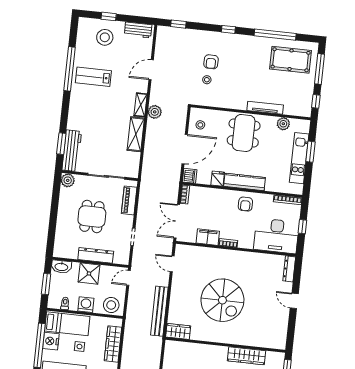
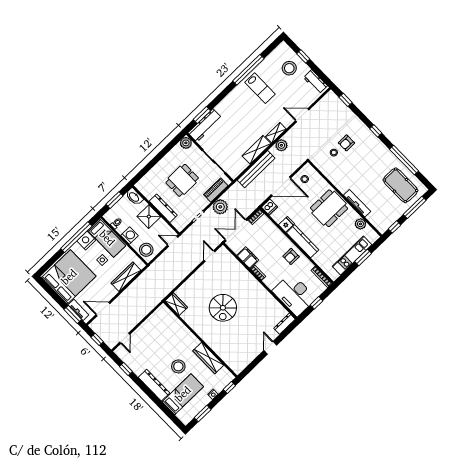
lab bench: (93, 77) -> (260, 88), turned 180
plant: (146, 212) -> (220, 207), added
spiral stairs: (222, 300) -> (223, 308), width x0.73, depth x0.73
bench: (159, 311) -> (256, 169), moved

